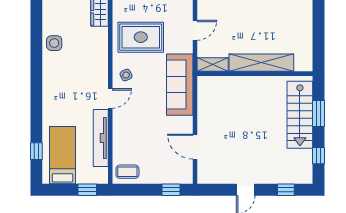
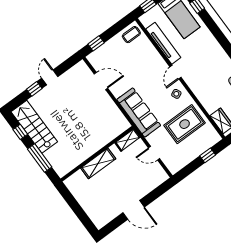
door: (195, 30) -> (154, 153), hinge flipped
shelving: (261, 63) -> (98, 163), width x0.68
window: (318, 113) -> (40, 158), width x1.44
stairs: (300, 115) -> (34, 127), moved
window: (286, 190) -> (34, 89), moved

